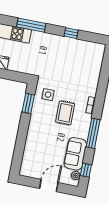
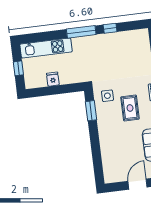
window: (31, 25) -> (81, 32), moved

